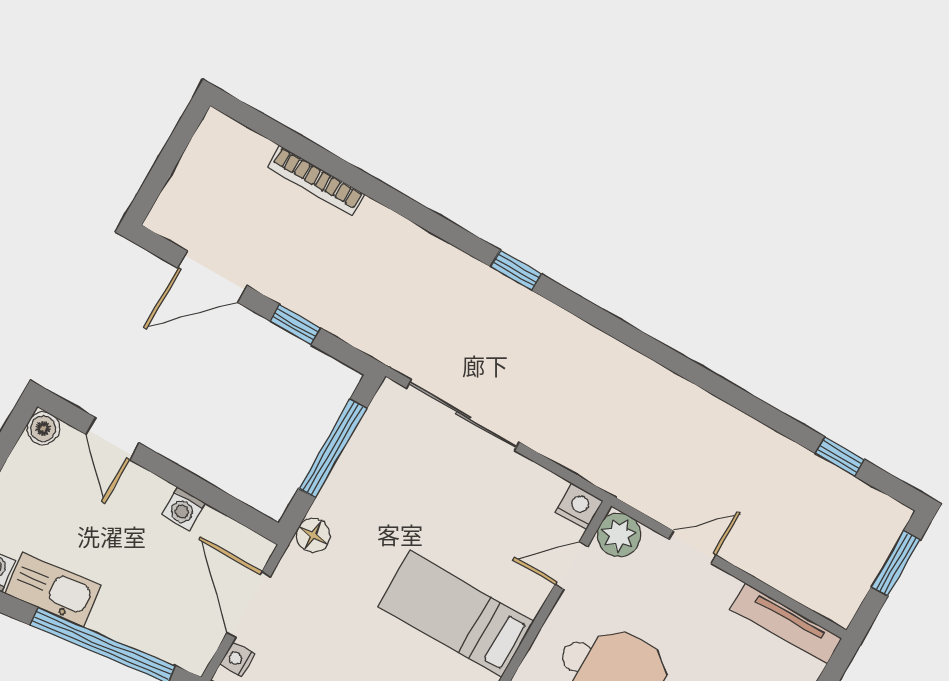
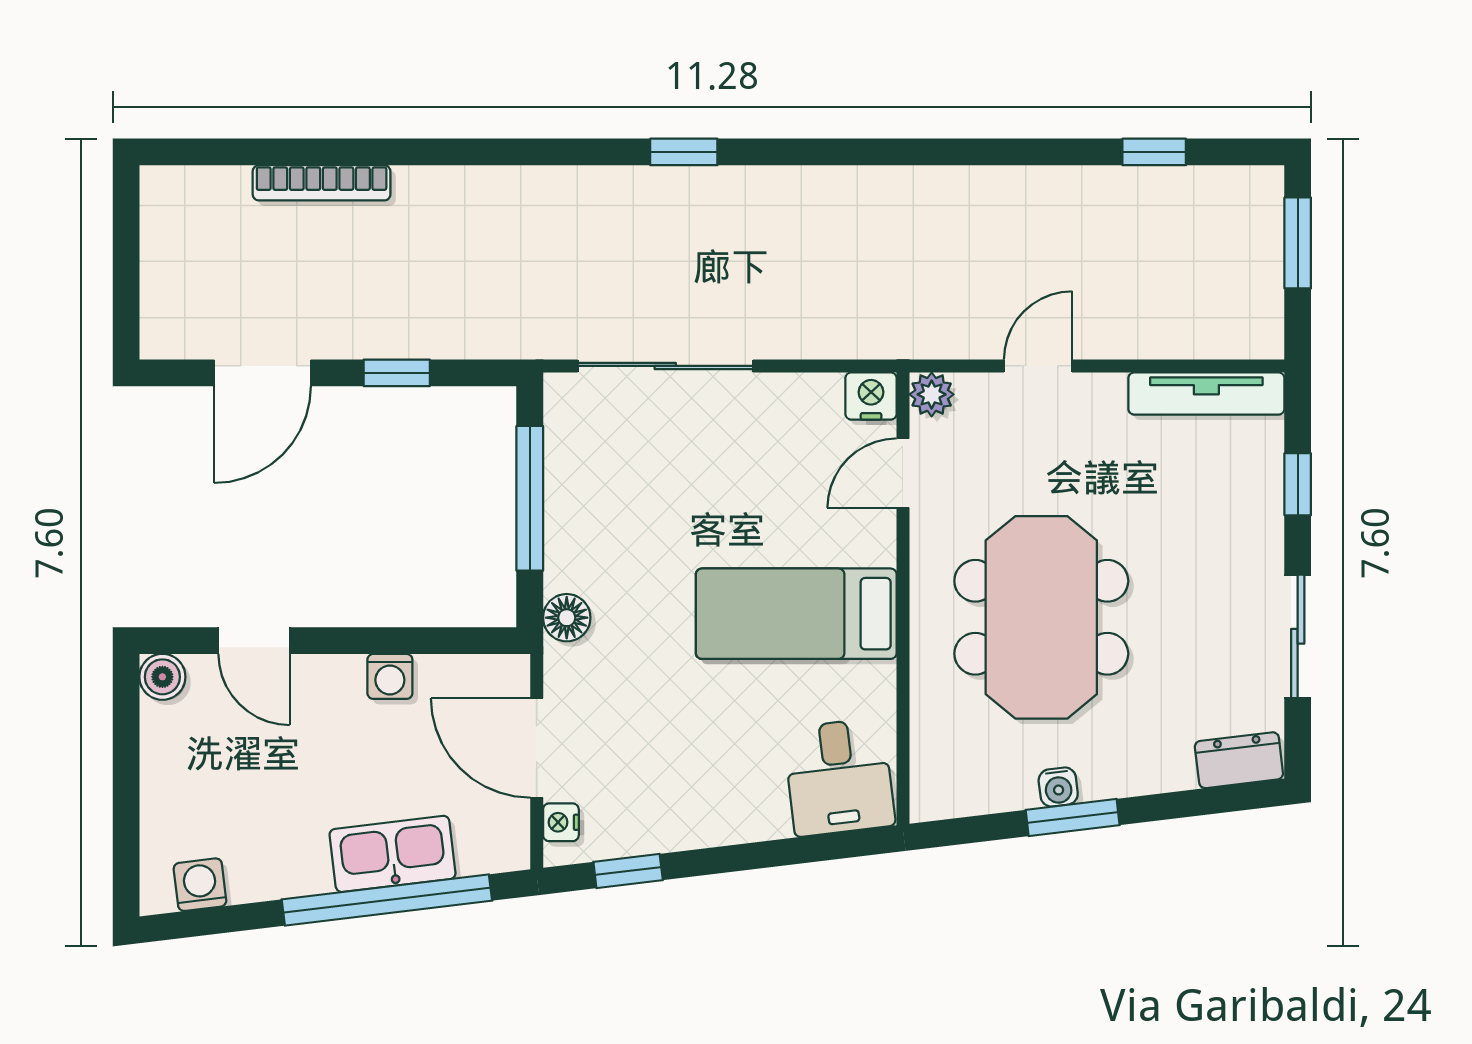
window: (516, 270) -> (684, 152), moved
plant: (619, 535) -> (932, 394), width x0.73, depth x0.73
kitchen sink: (53, 590) -> (393, 854), moved

